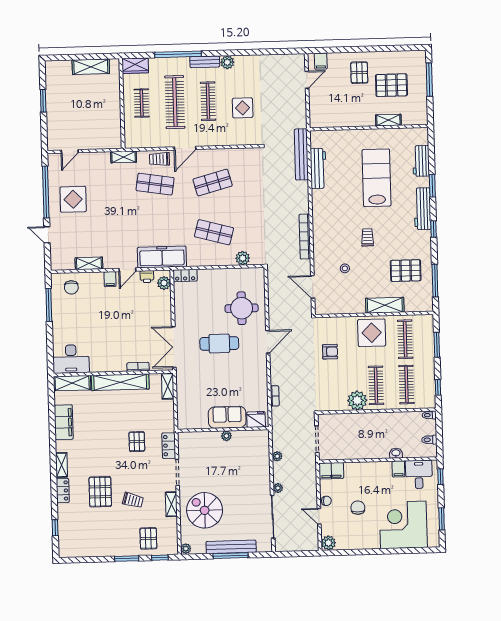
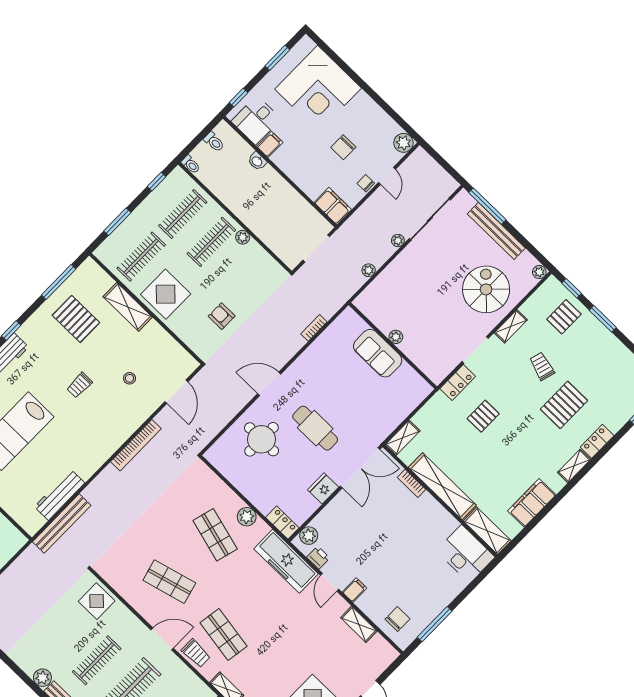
display table: (243, 108) -> (97, 601), moved
plant: (243, 258) -> (247, 517), moved
door: (127, 270) -> (330, 582), swing flipped
plant: (357, 400) -> (243, 237), width x0.53, depth x0.53
fridge: (256, 419) -> (323, 488), moved, turned 90
spiral stairs: (205, 510) -> (486, 289), turned 180
window: (231, 556) -> (487, 206), moved

